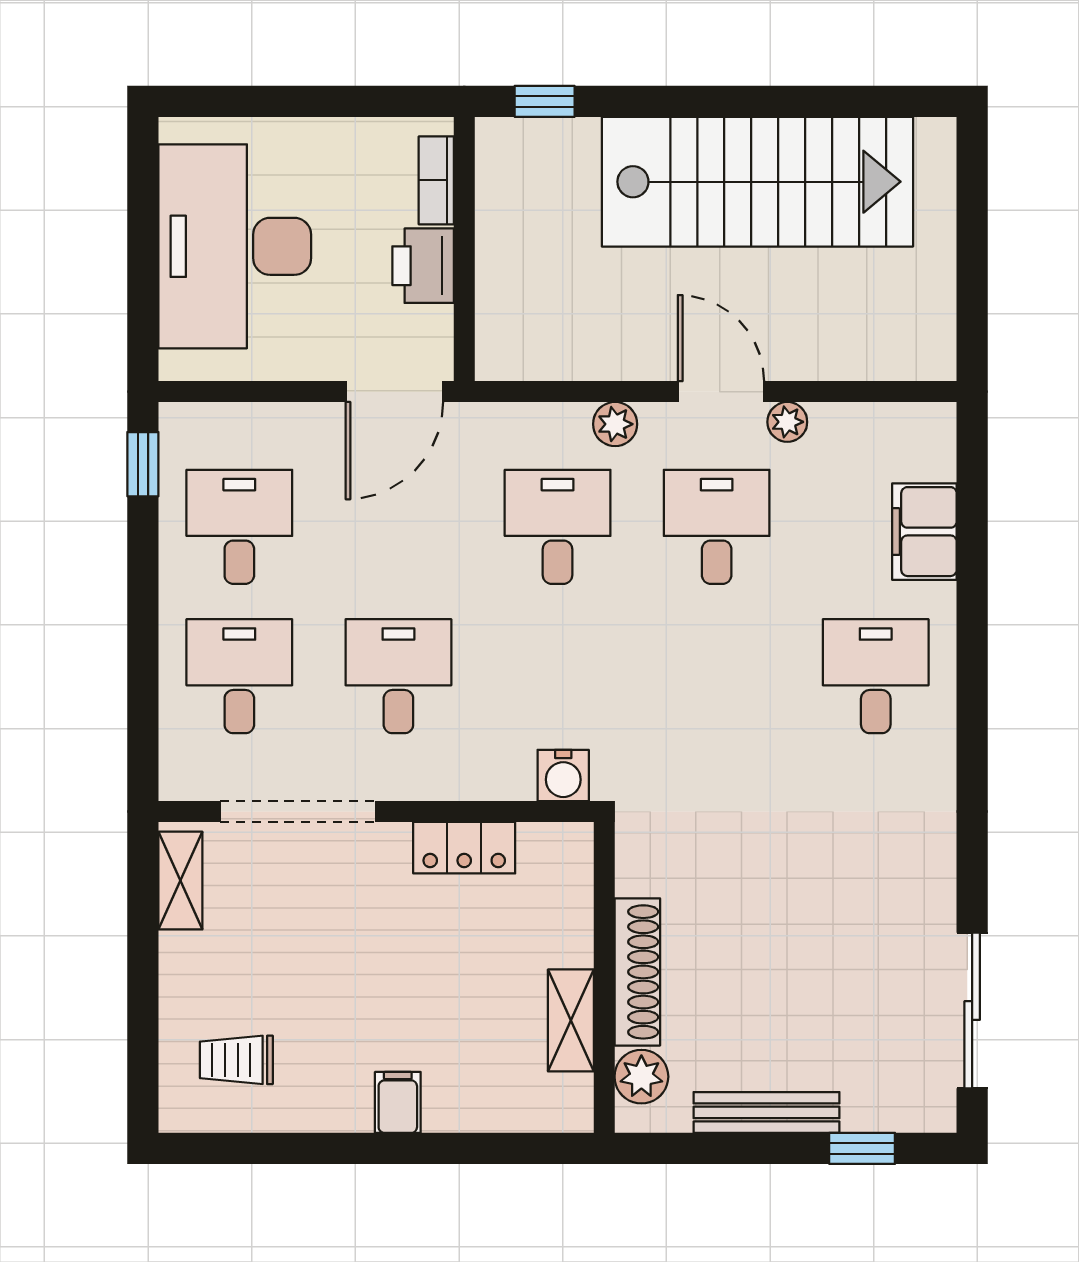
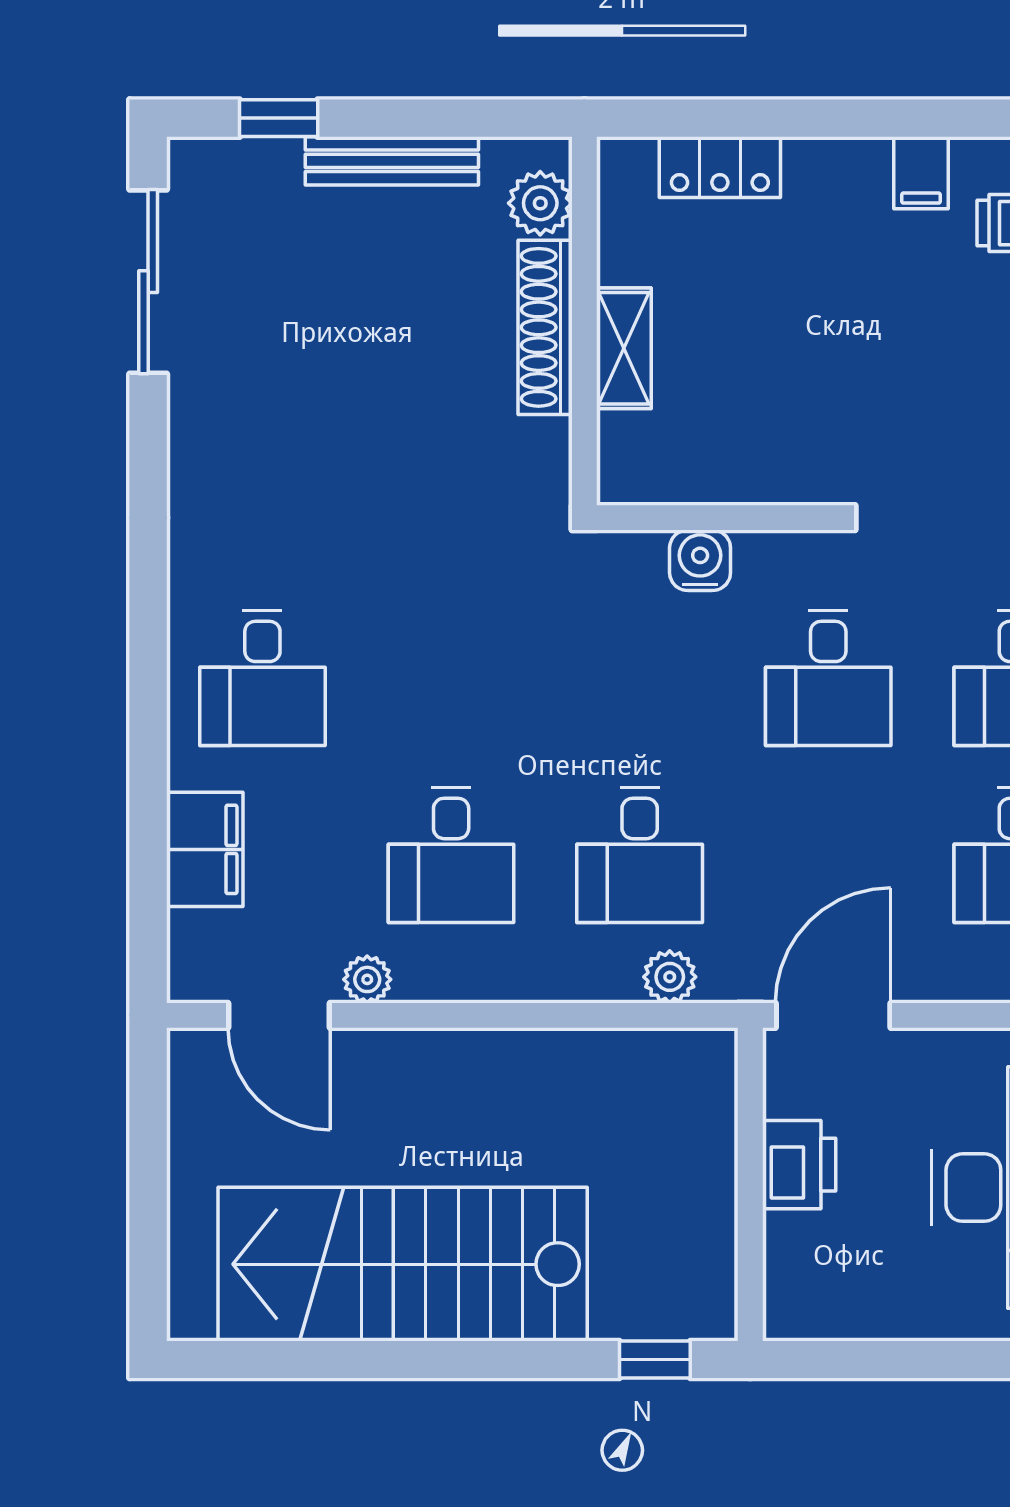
bookcase: (436, 180) -> (783, 1266), removed
door: (721, 392) -> (279, 1015), moved
plant: (615, 424) -> (670, 977), moved
water cooler: (563, 775) -> (700, 560), moved
locker: (464, 848) -> (720, 167), moved, turned 180
shelving: (571, 1020) -> (624, 348), moved
filing cabinet: (398, 1102) -> (921, 173), moved

